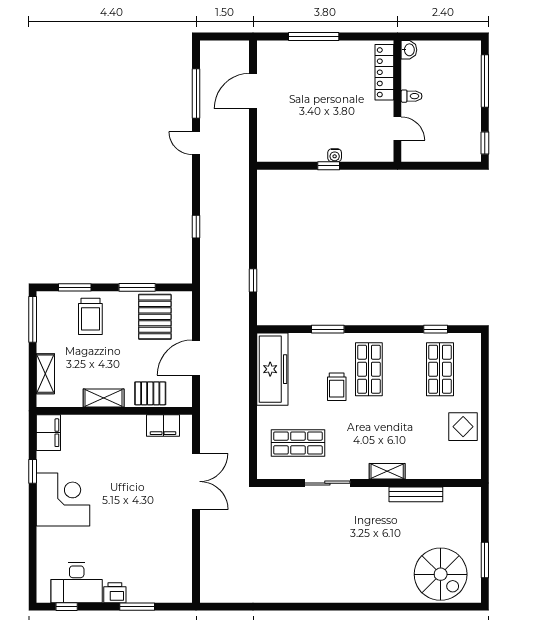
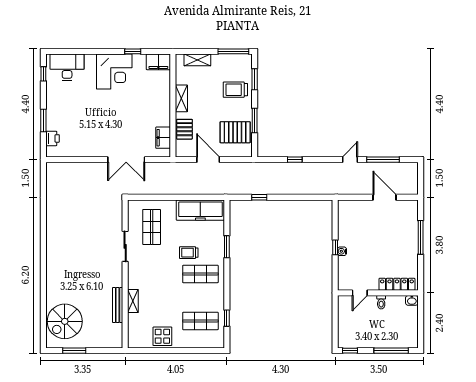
shelving: (387, 471) -> (133, 301), moved
desk: (77, 583) -> (67, 67), moved, turned 90
printer: (115, 593) -> (53, 138), moved

